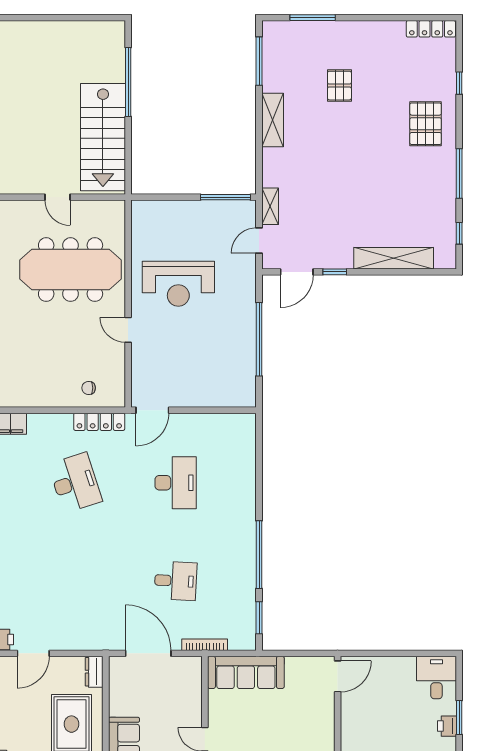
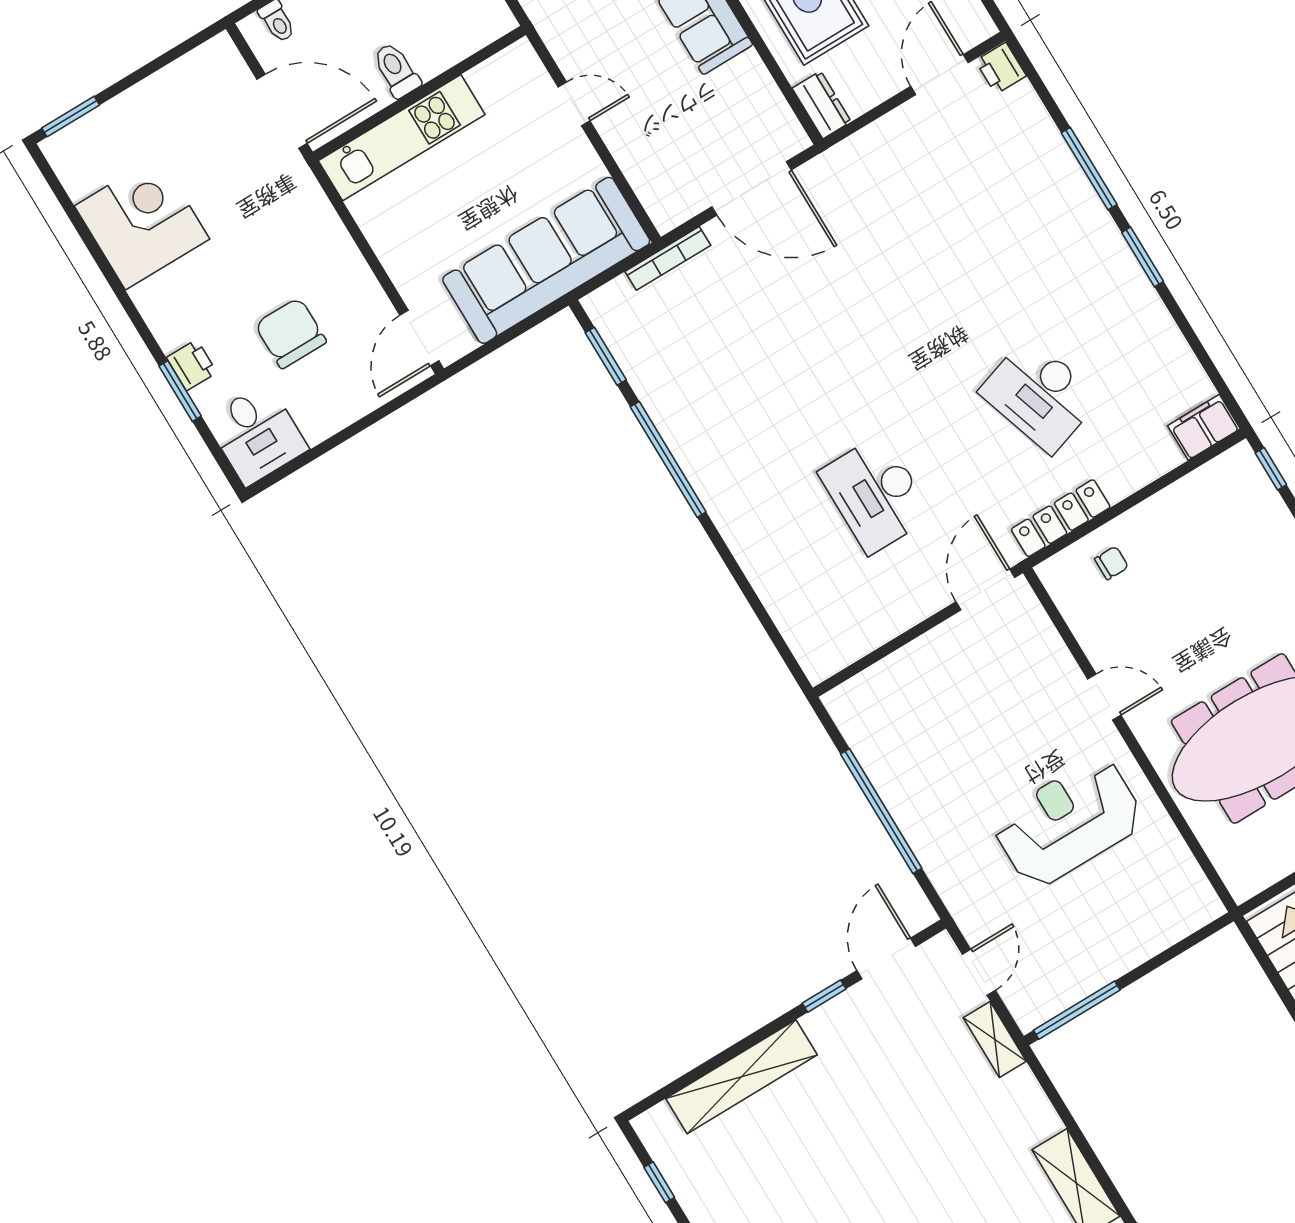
desk: (176, 581) -> (779, 334), removed
sofa: (246, 672) -> (546, 260), width x1.36, depth x1.27
chair: (394, 714) -> (291, 333), added

